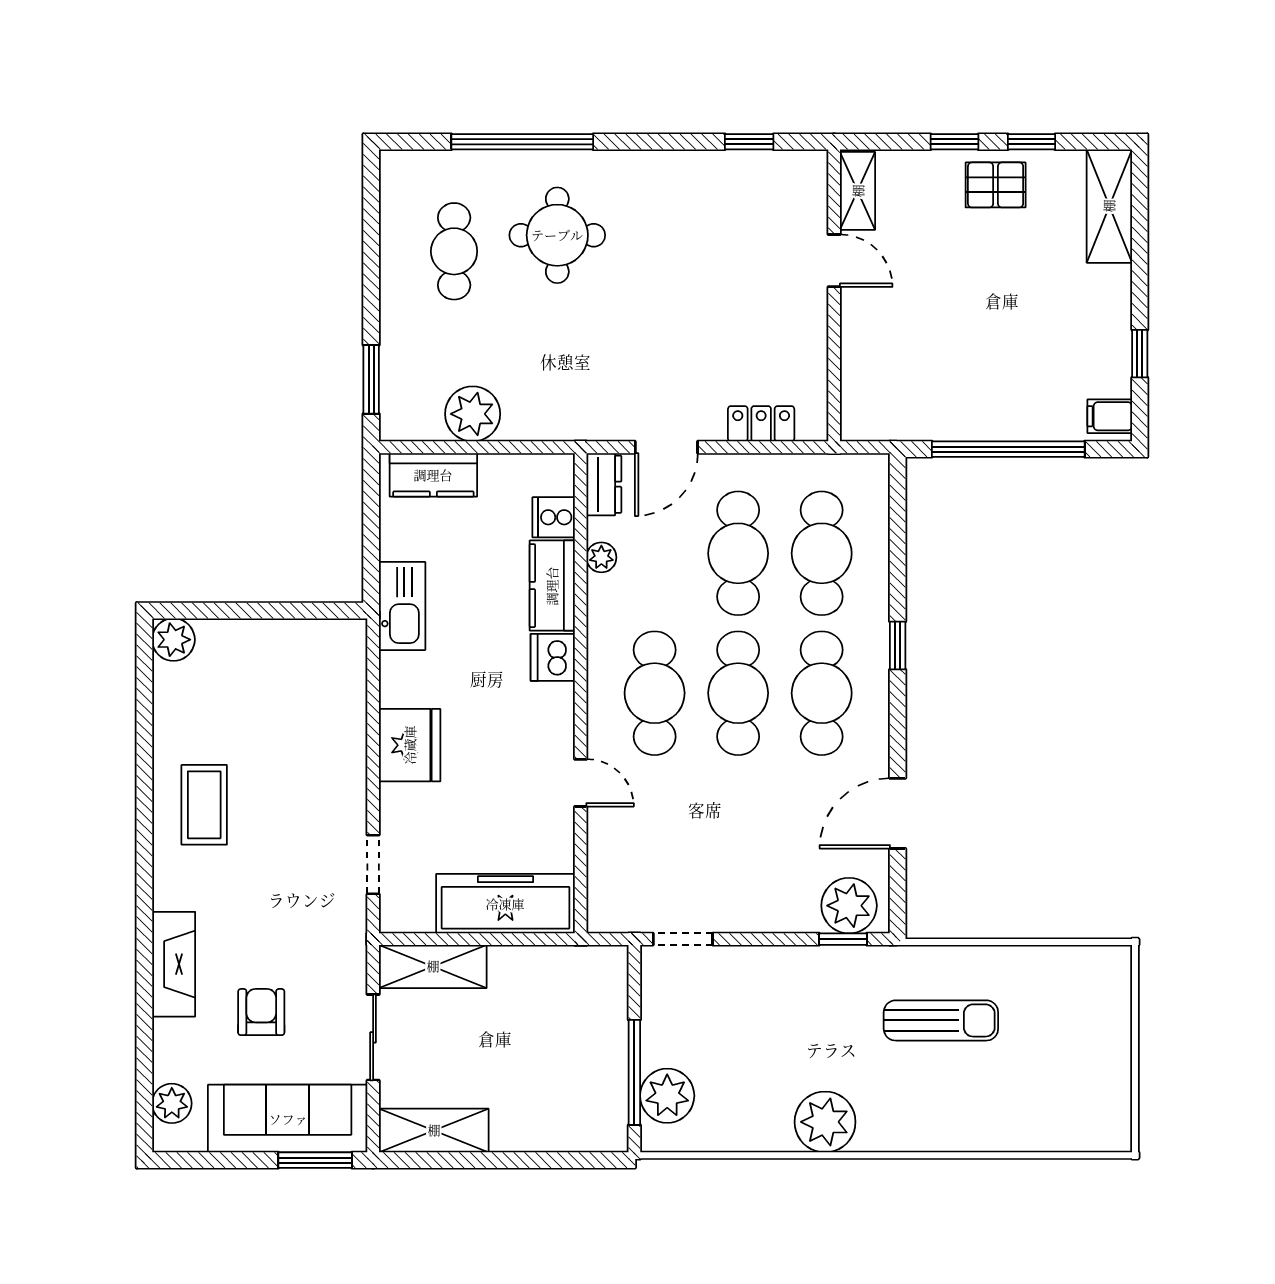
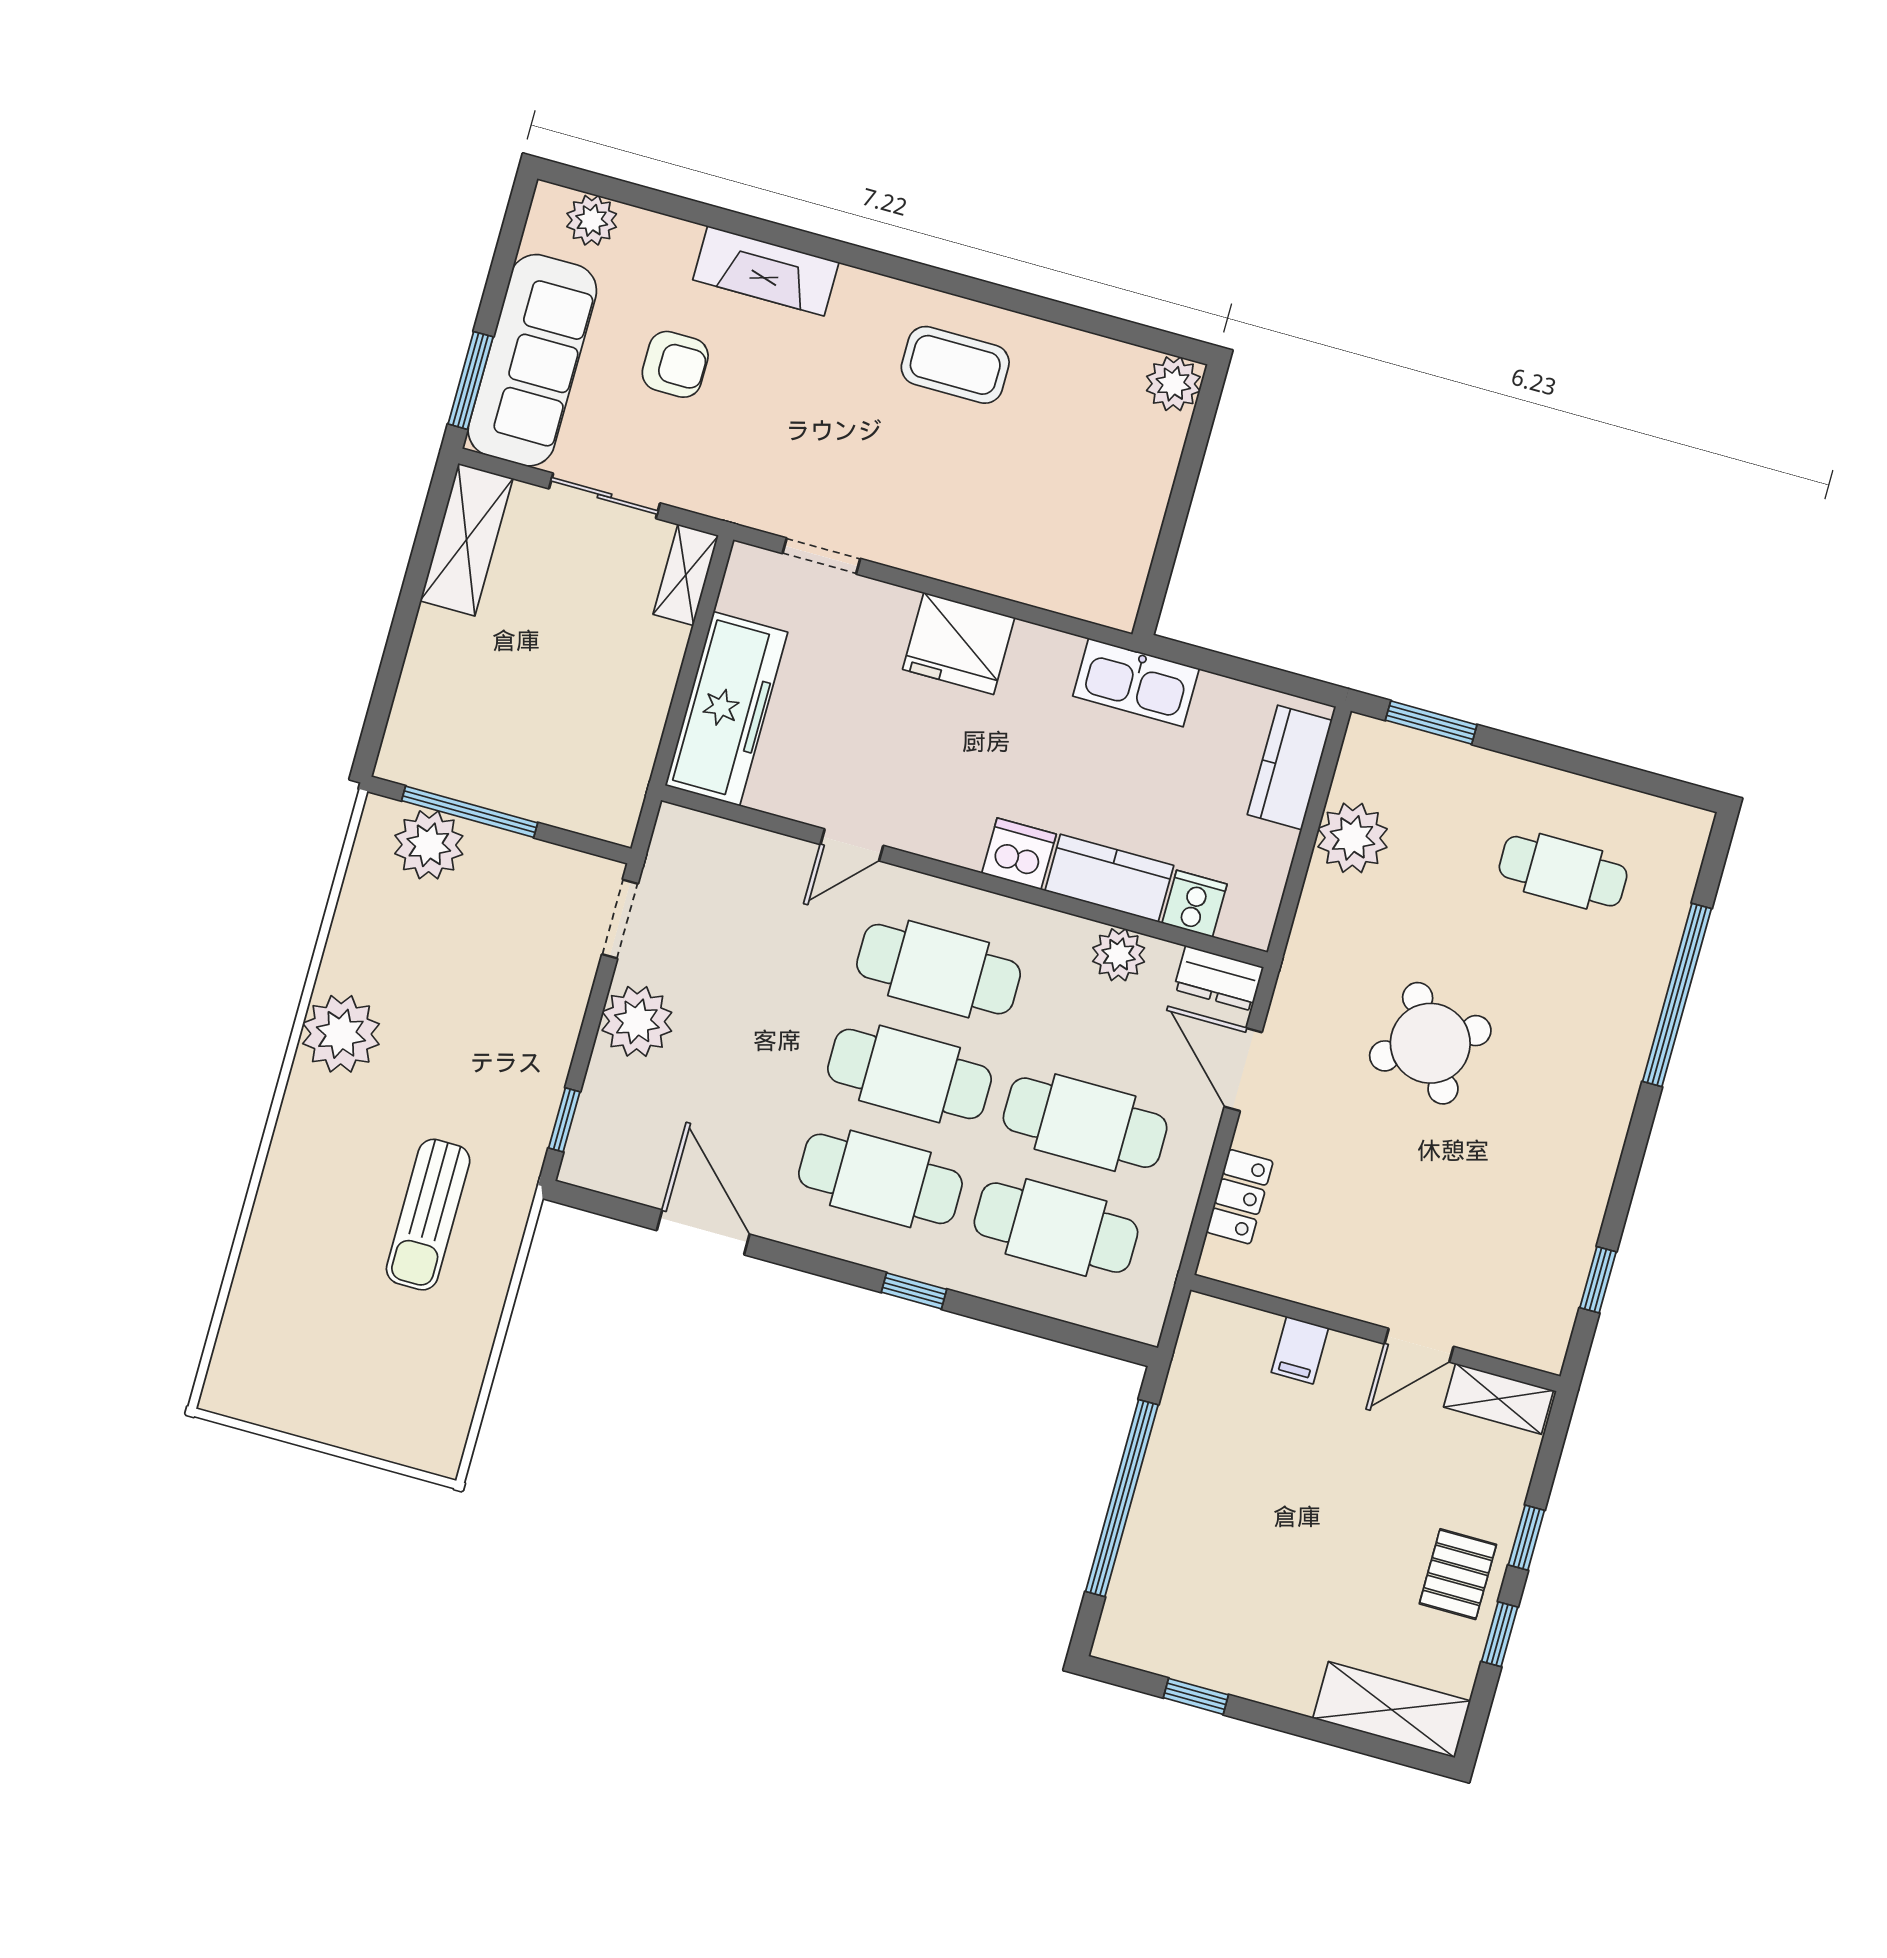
round table: (557, 235) -> (1430, 1043), moved, turned -31
filing cabinet: (1110, 416) -> (1300, 1350), moved, turned 180
plant: (601, 557) -> (1119, 955), width x1.38, depth x1.38
plant: (849, 906) -> (637, 1021), moved
shelving: (433, 966) -> (686, 575), width x0.67, depth x0.75

